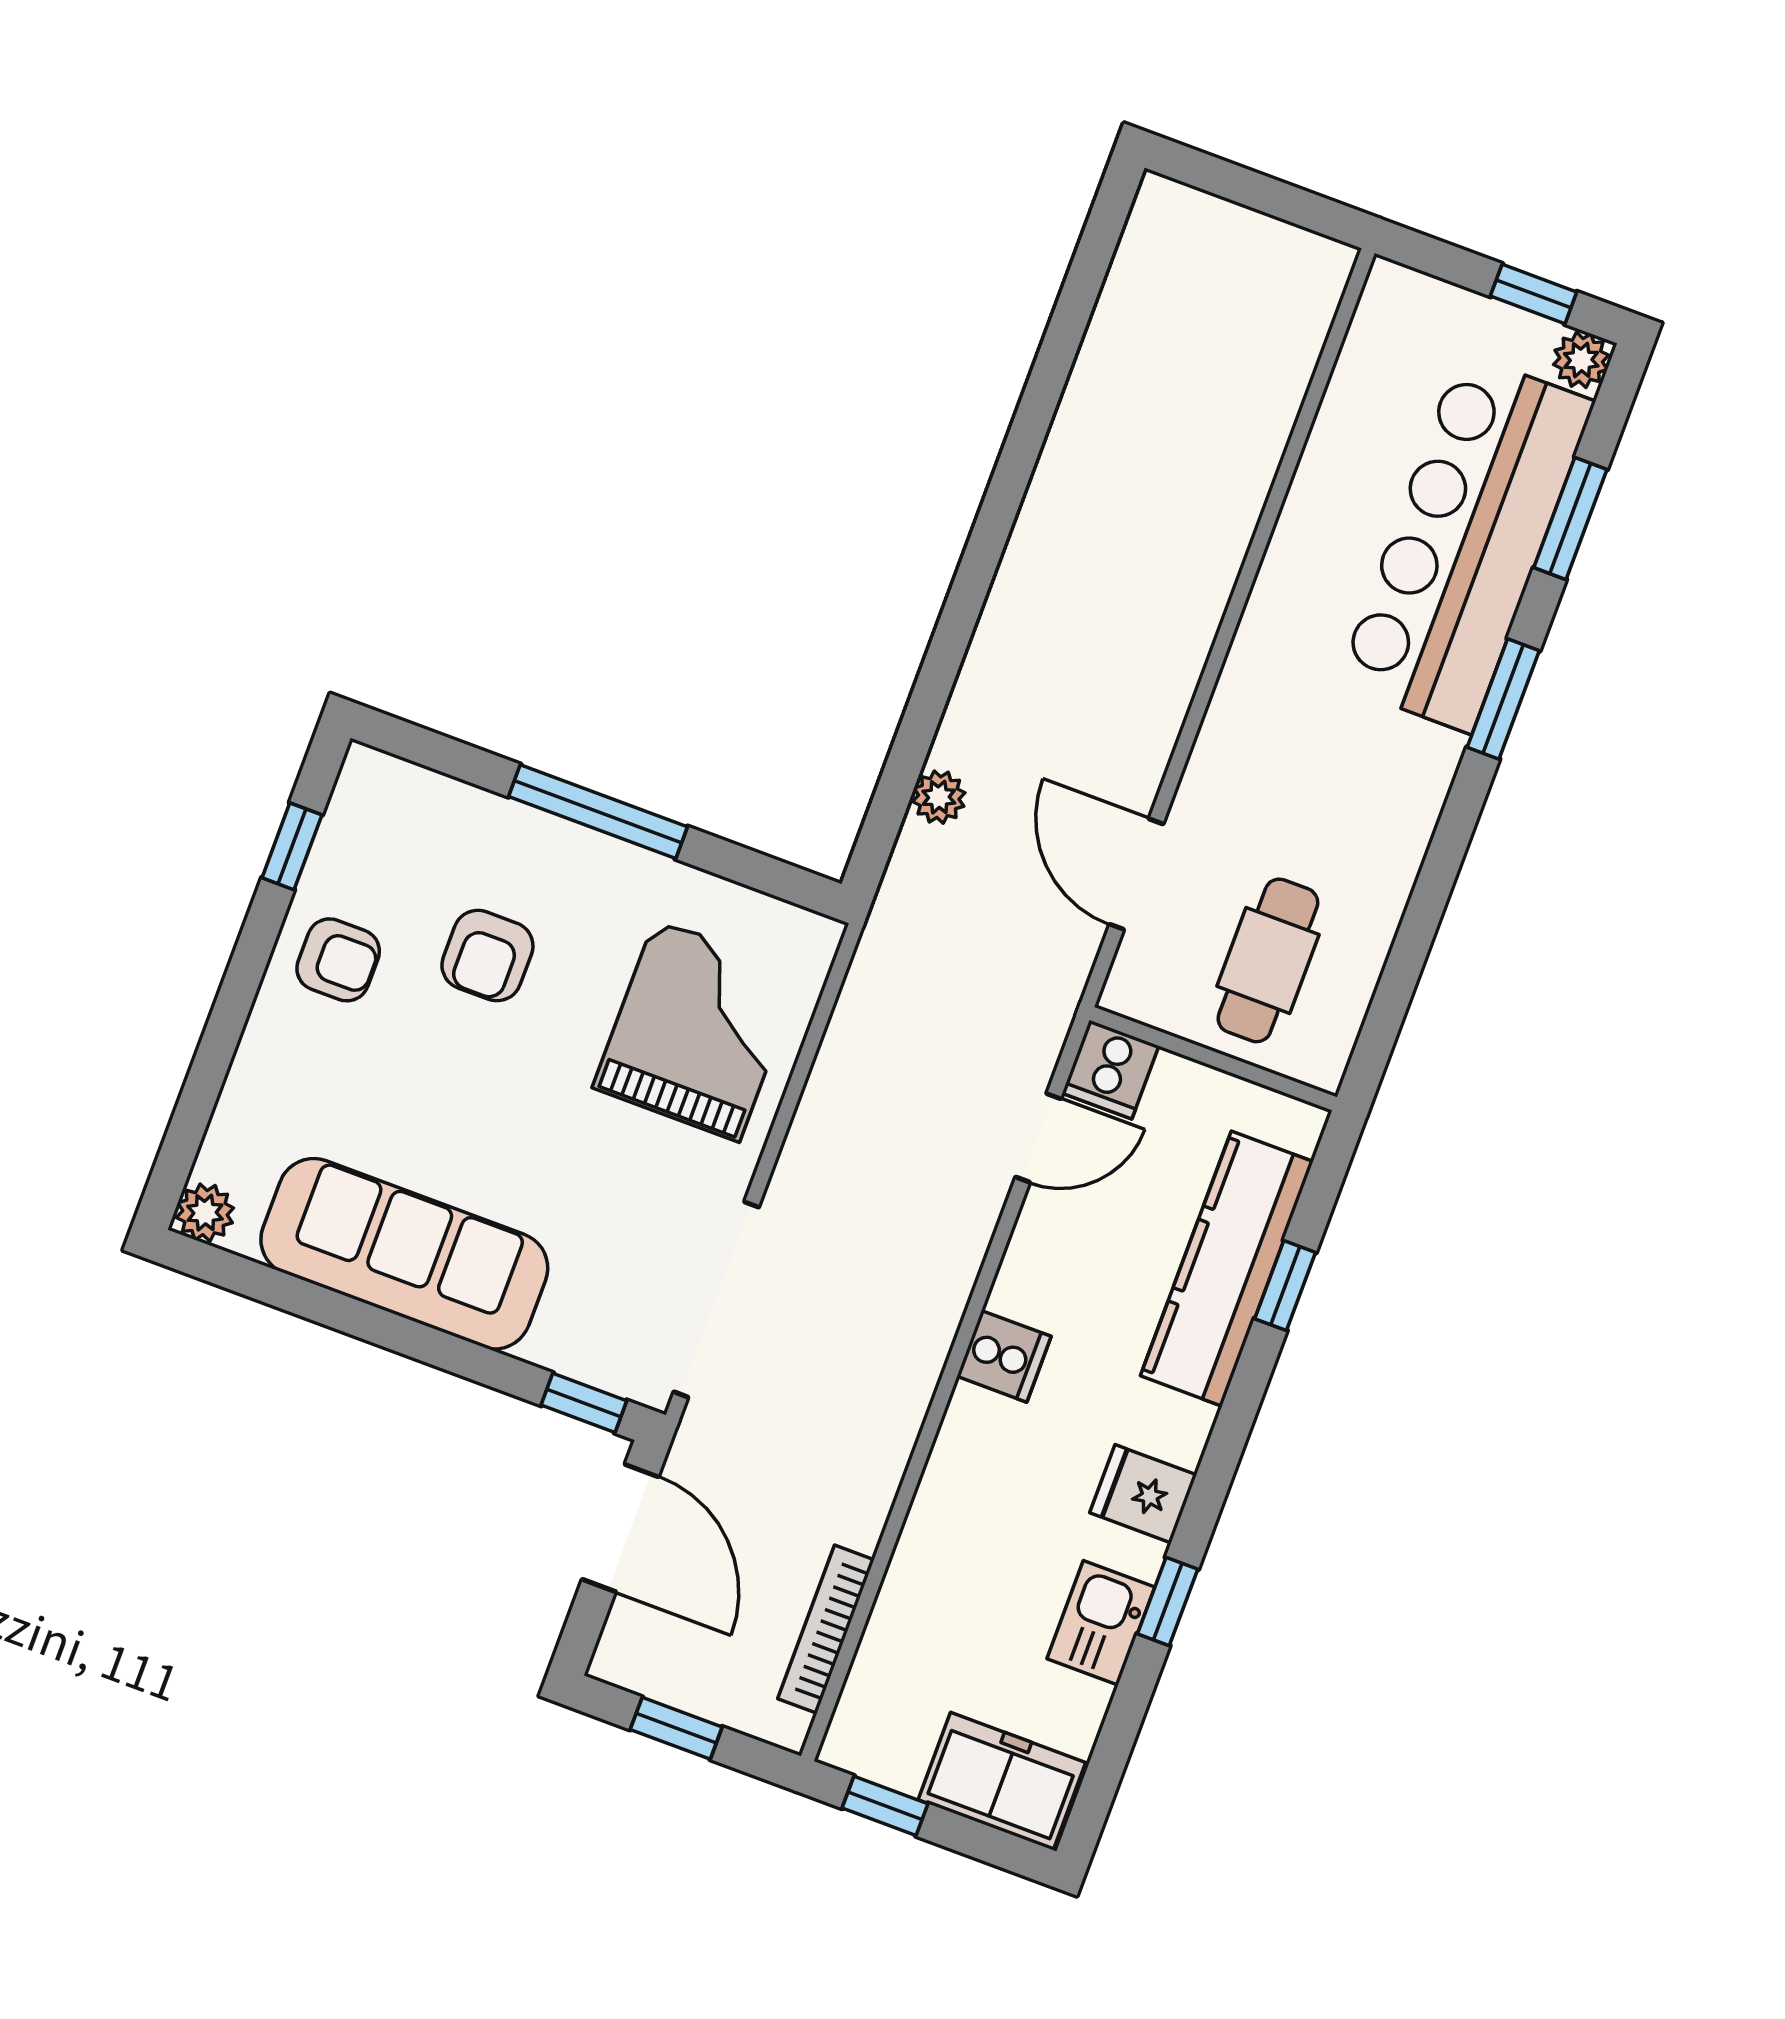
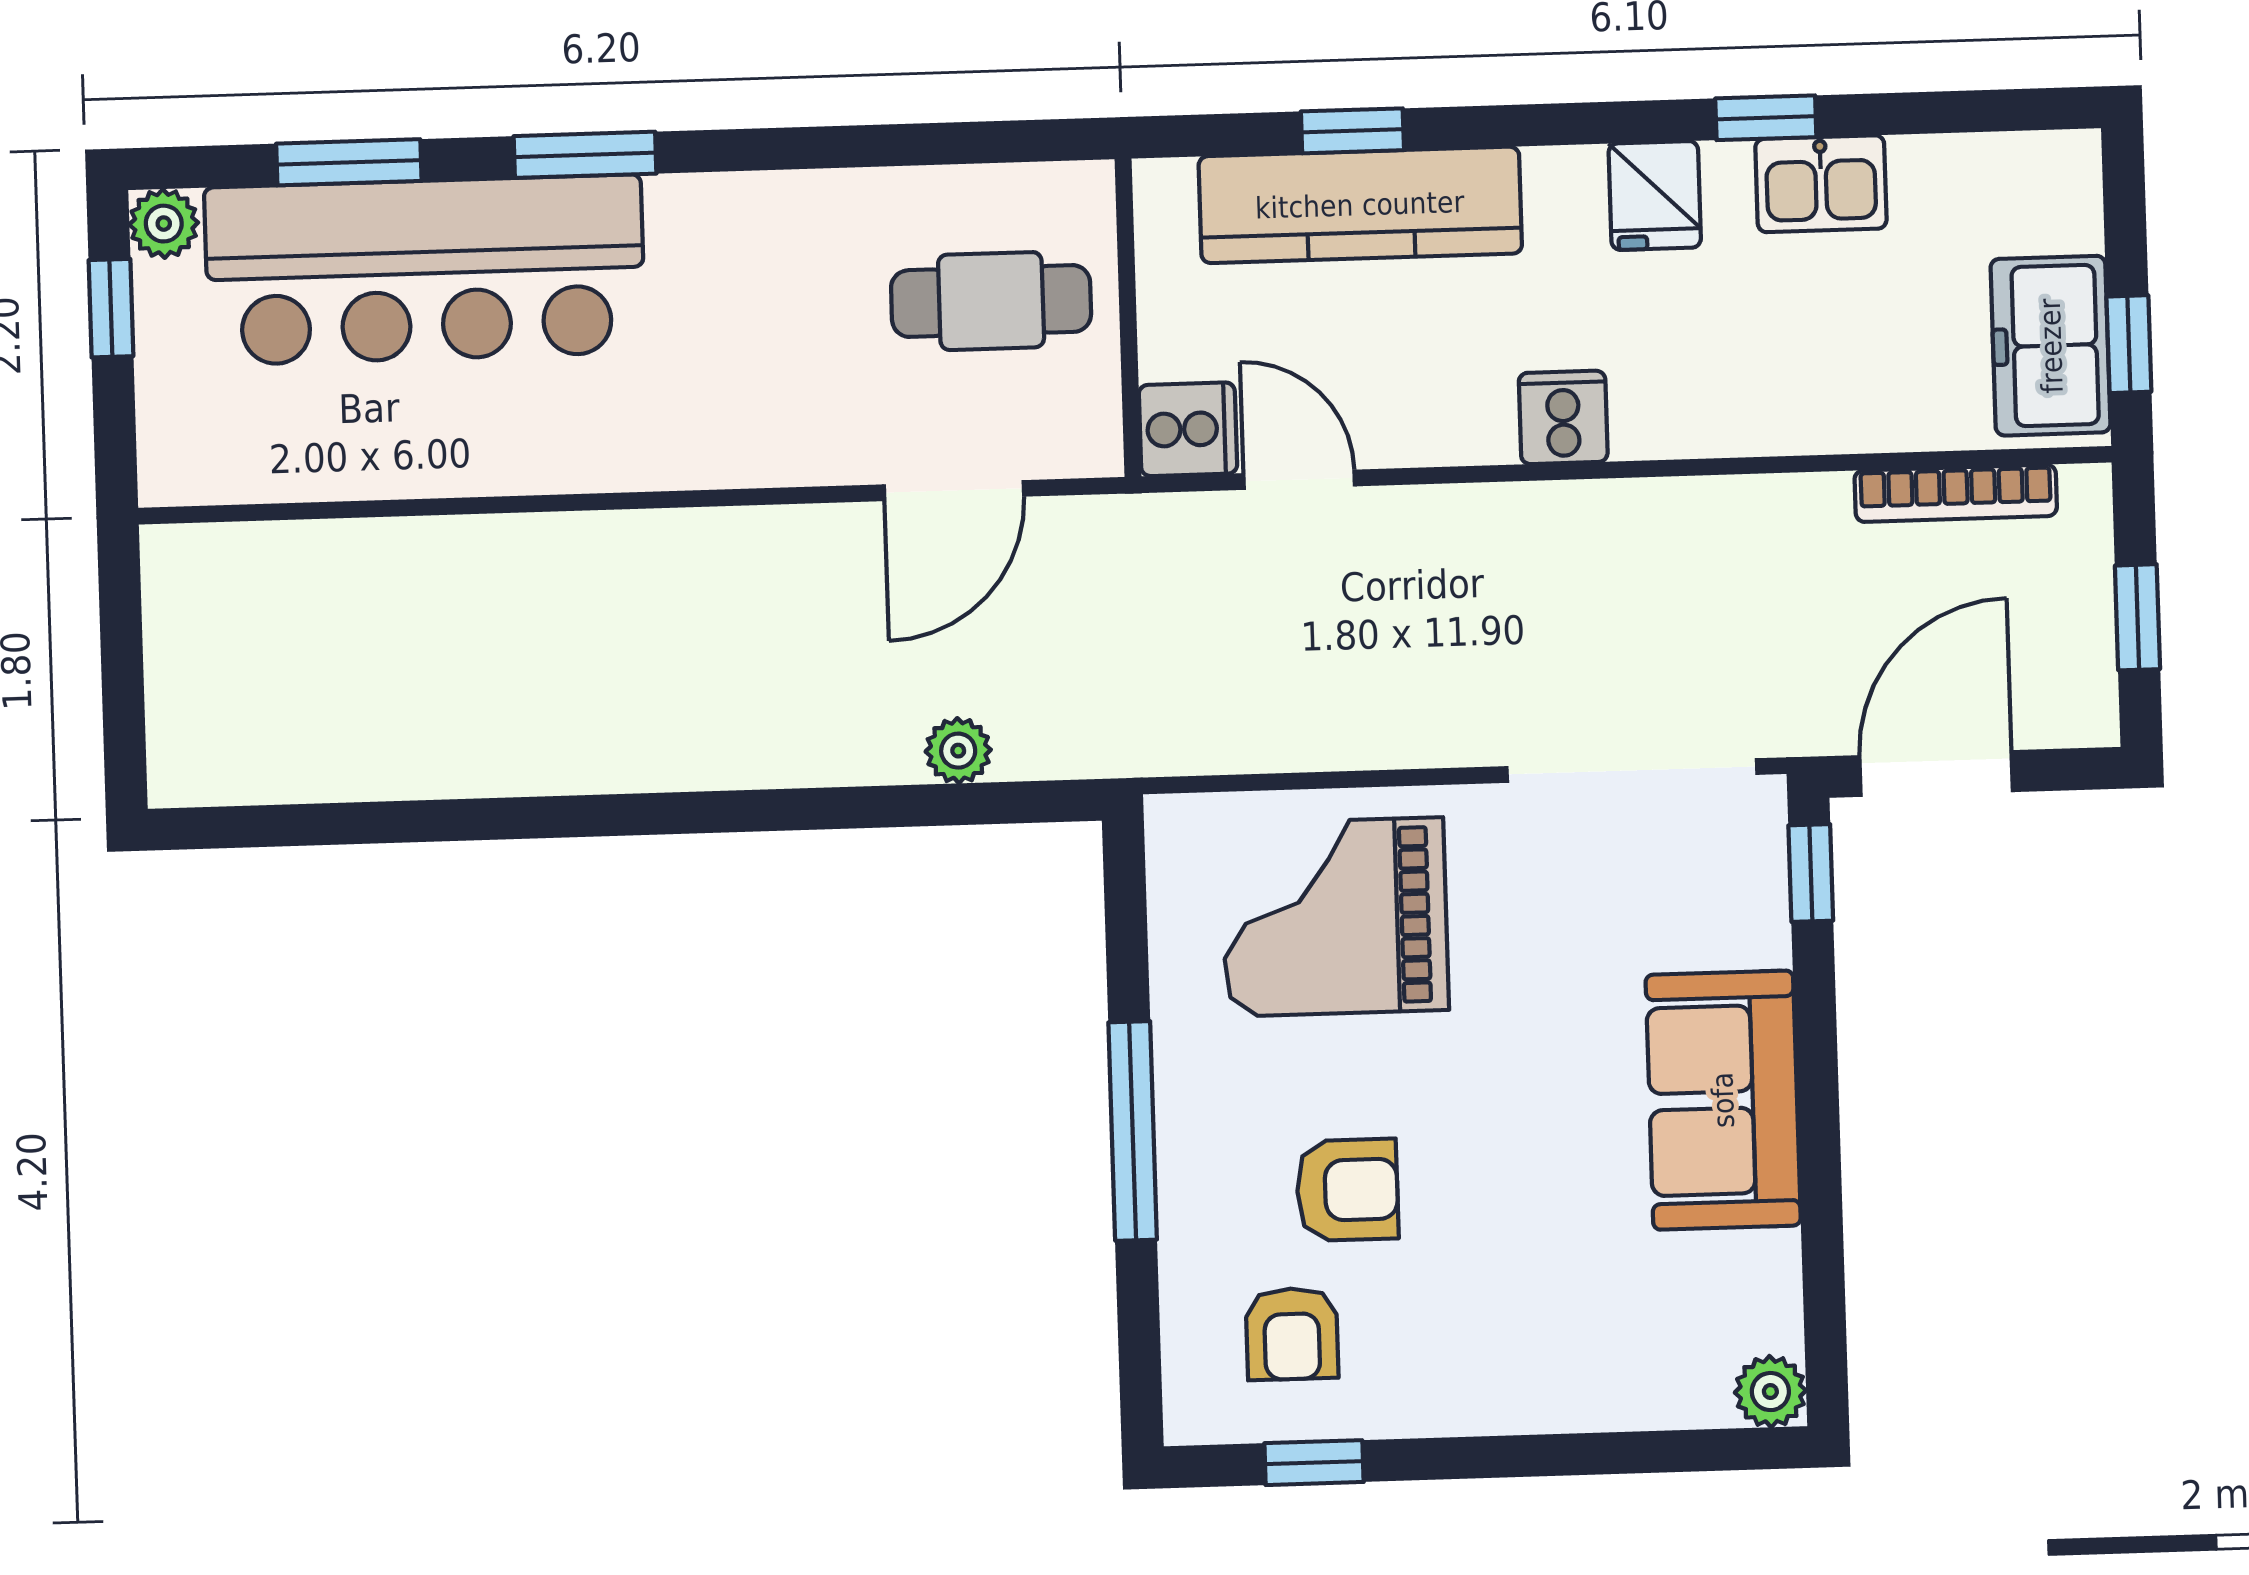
armchair: (338, 960) -> (1292, 1334), moved, turned 180
sofa: (404, 1254) -> (1723, 1100), width x0.73
freezer: (1002, 1781) -> (2051, 346), moved

